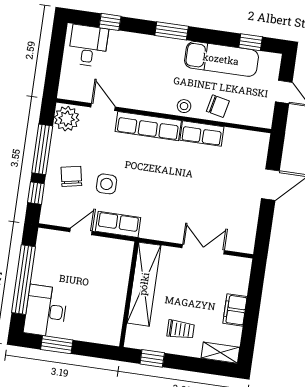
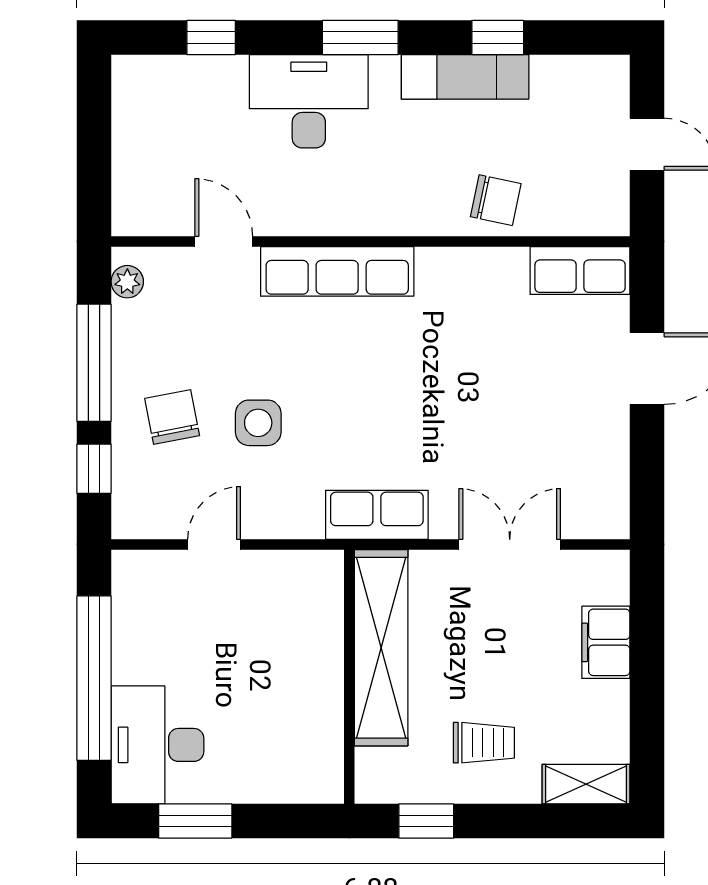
window: (251, 42) -> (498, 37), moved
desk: (88, 46) -> (309, 101), moved, width x1.37
exam couch: (221, 59) -> (465, 77), width x0.73, depth x0.69
stool: (184, 106) -> (415, 212), removed
plant: (67, 119) -> (127, 282), width x0.53, depth x0.53
row of seats: (202, 133) -> (580, 270), moved
row of seats: (118, 224) -> (377, 515), moved
filing cabinet: (235, 310) -> (606, 642), moved

